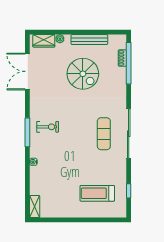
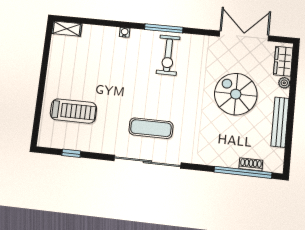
spiral stairs: (83, 74) -> (236, 94), moved, turned 90
exercise bike: (48, 127) -> (168, 55), width x1.38, depth x1.39
treadmill: (97, 193) -> (73, 111), turned 90

